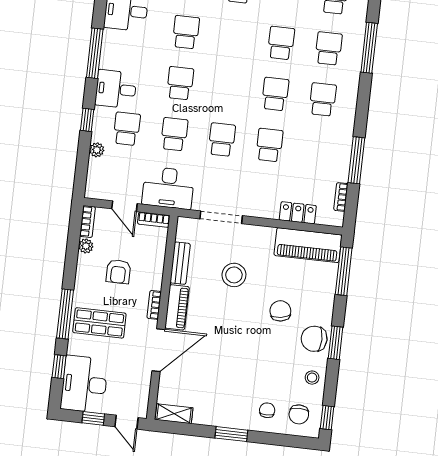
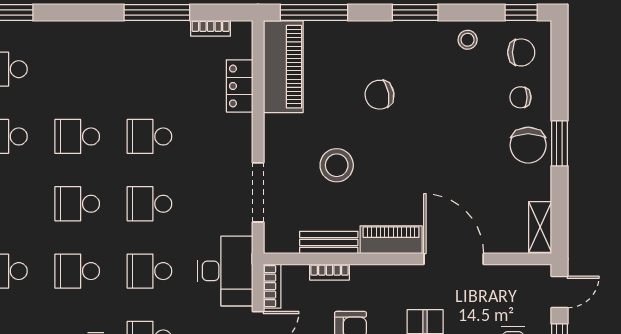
school desk: (323, 99) -> (77, 204), moved
bookcase: (154, 305) -> (330, 272), moved
chair: (314, 339) -> (528, 145), moved

